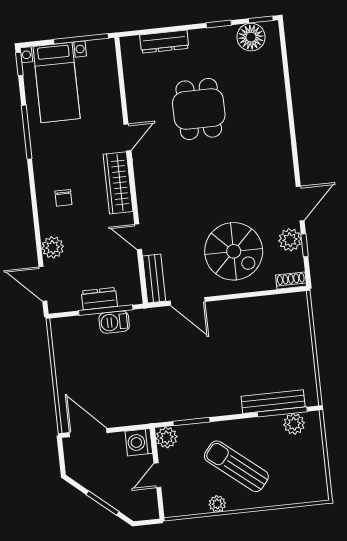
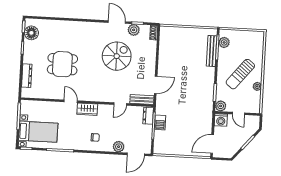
wardrobe: (118, 183) -> (87, 109), width x0.67
spiral stairs: (234, 251) -> (117, 56), moved
dresser: (99, 299) -> (148, 116), moved

